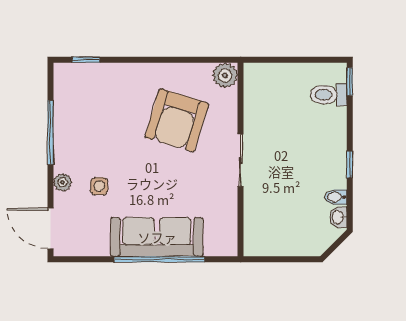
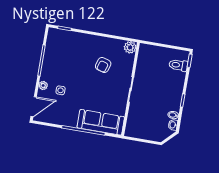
armchair: (177, 120) -> (103, 65), width x0.53, depth x0.53
door: (51, 229) -> (34, 107), swing flipped
sofa: (157, 237) -> (101, 122), moved

